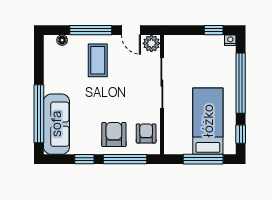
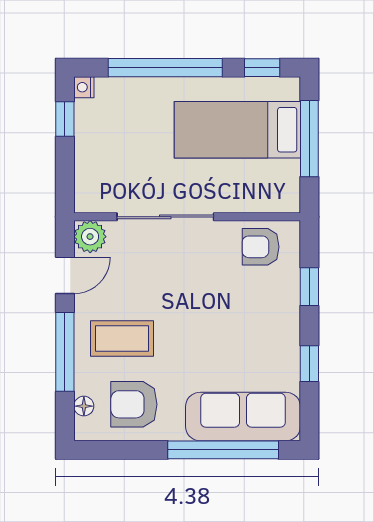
armchair: (114, 135) -> (134, 404), moved
window: (125, 159) -> (309, 287), width x0.46

